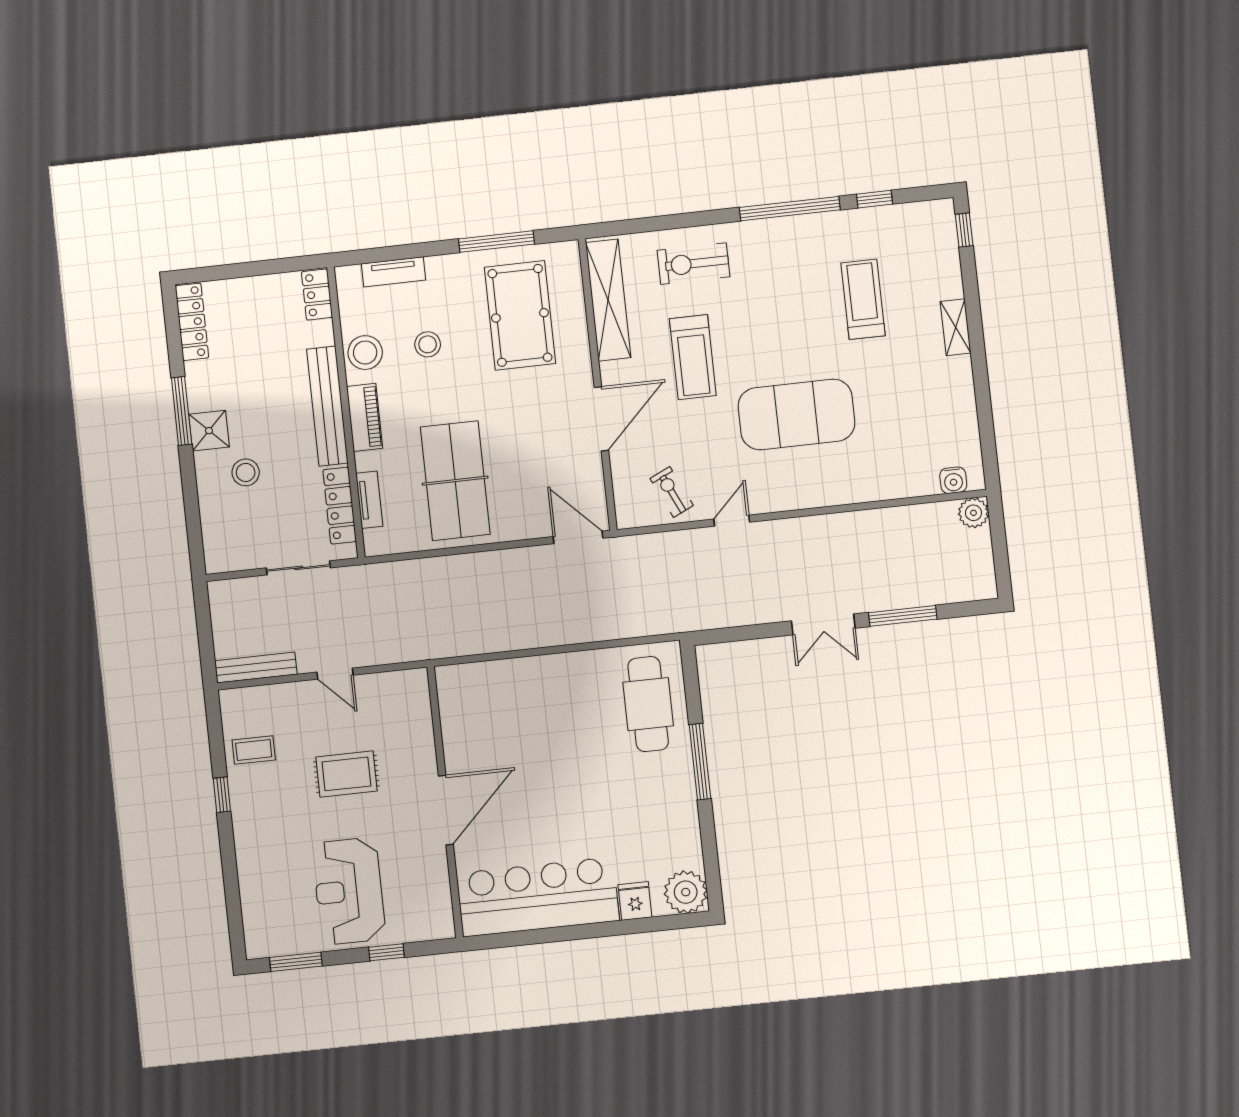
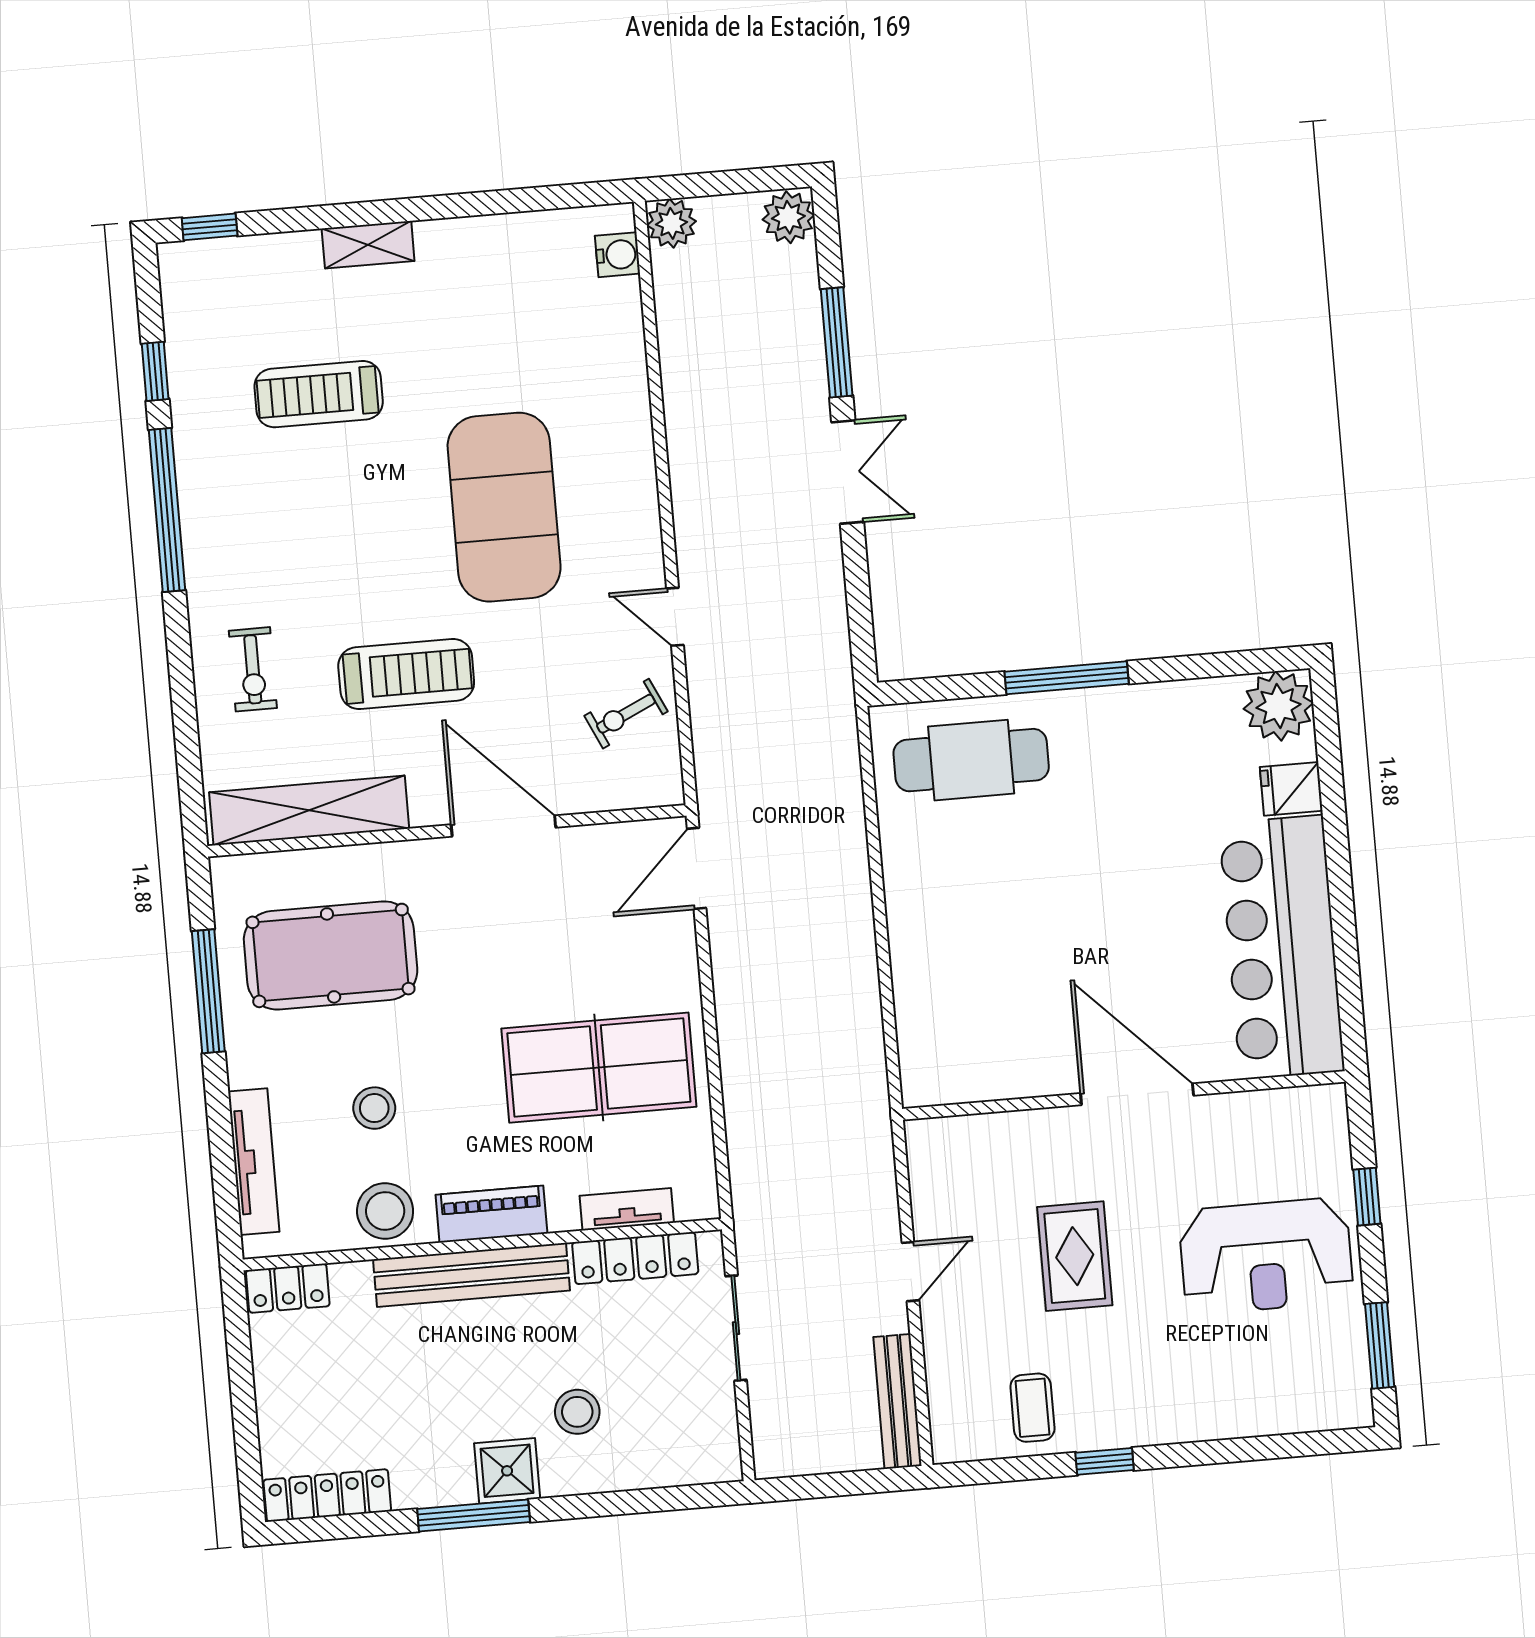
exercise bike: (694, 264) -> (253, 669), width x0.73, depth x0.72
tv unit: (393, 272) -> (254, 1162), width x1.41
plant: (979, 585) -> (788, 217), added

